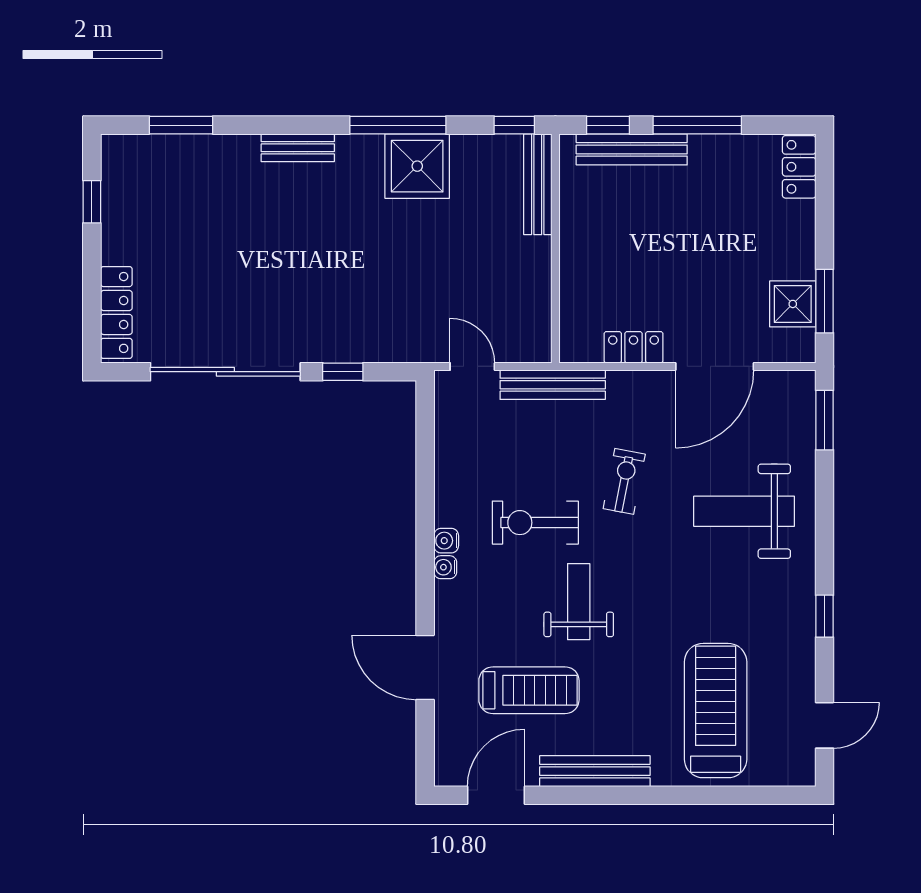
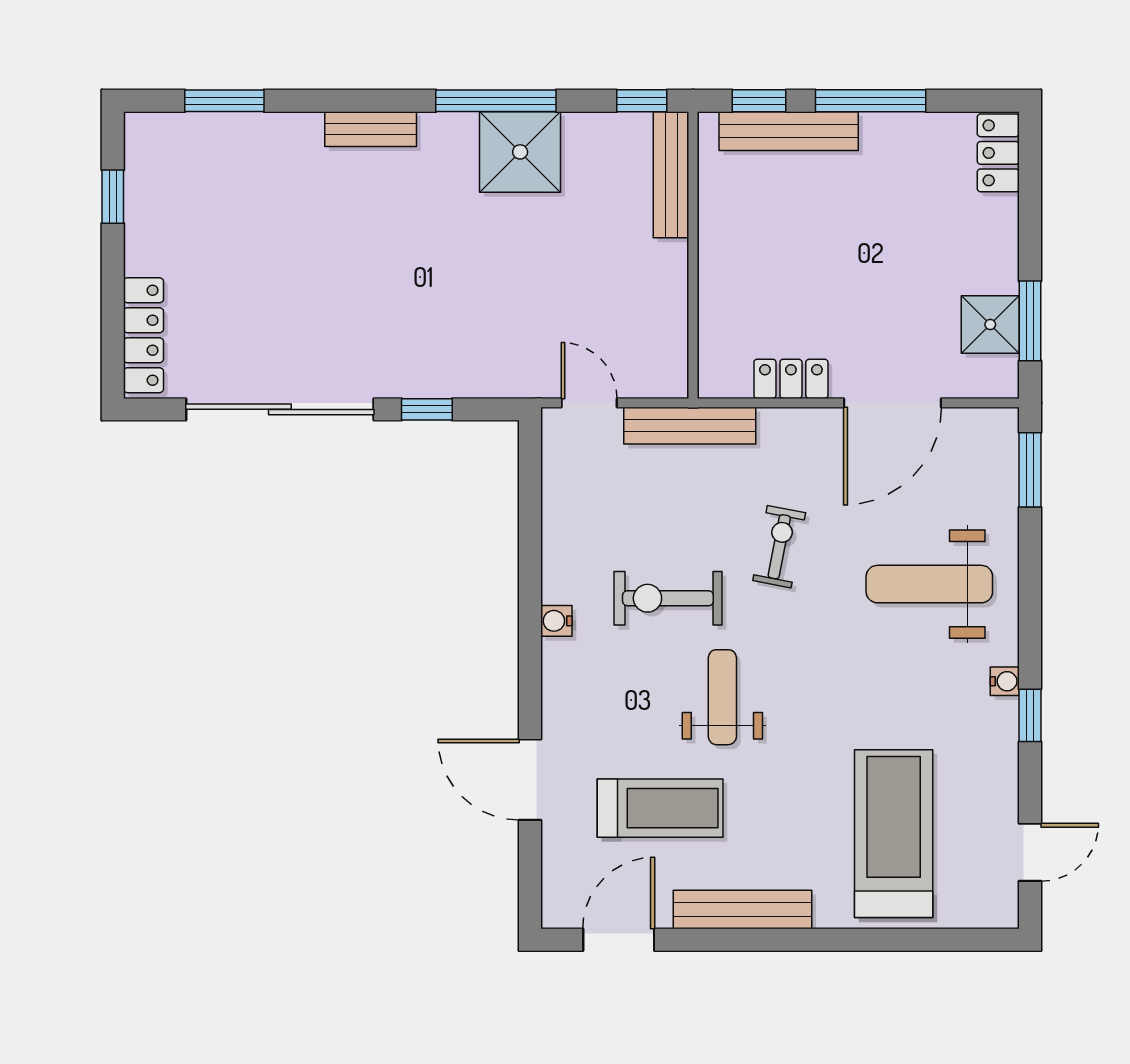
water cooler: (445, 567) -> (1005, 681), moved, turned 180

